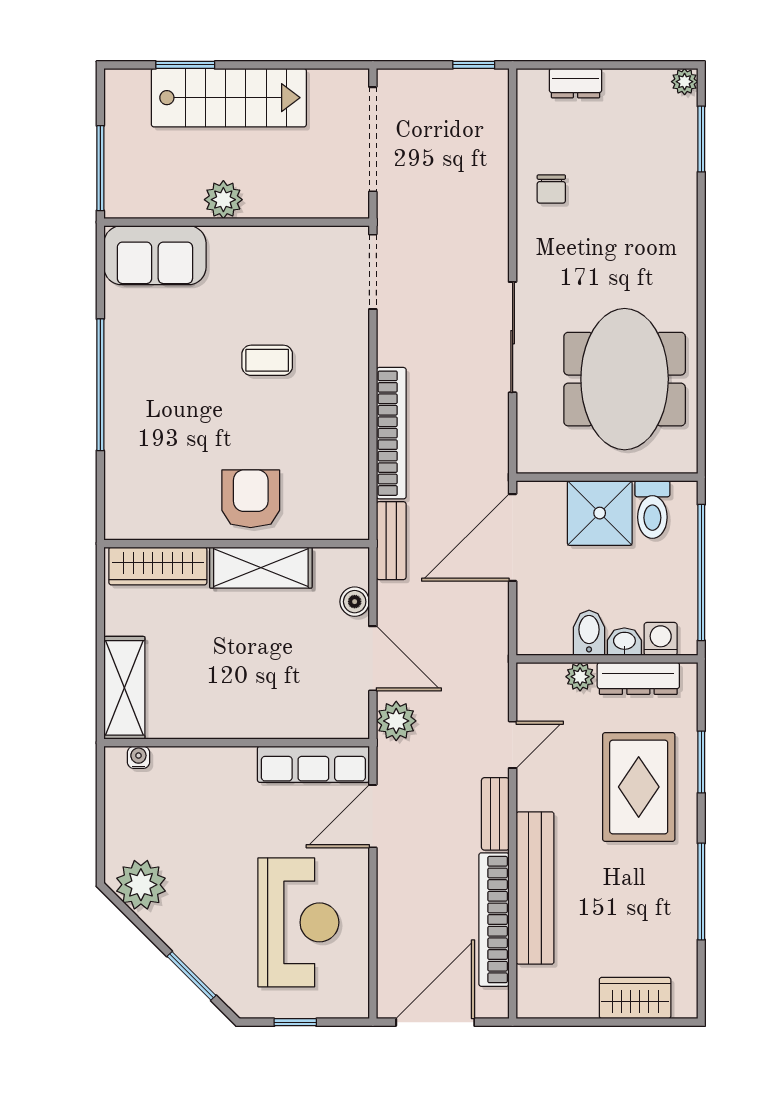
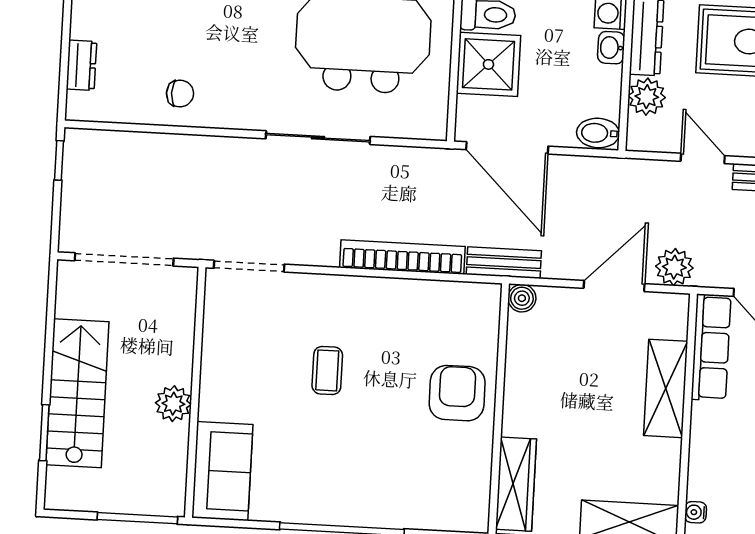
armchair: (251, 499) -> (457, 393), turned 90
shelving: (261, 568) -> (666, 388), moved
boiler: (355, 602) -> (522, 298), moved
bidet: (589, 633) -> (598, 133), moved
plant: (580, 677) -> (647, 97), width x1.38, depth x1.38

